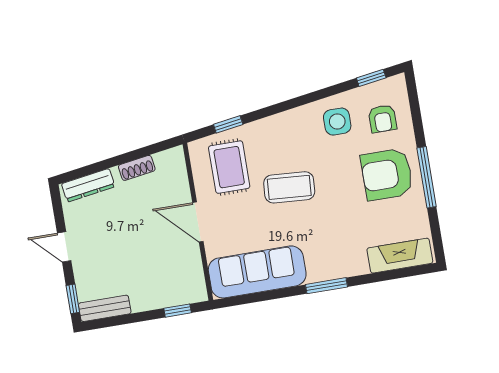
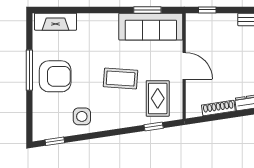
armchair: (383, 119) -> (52, 113), removed
shoe rack: (137, 168) -> (218, 108), width x1.43
window: (326, 286) -> (147, 10), moved

